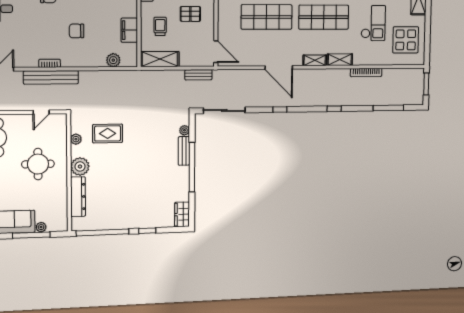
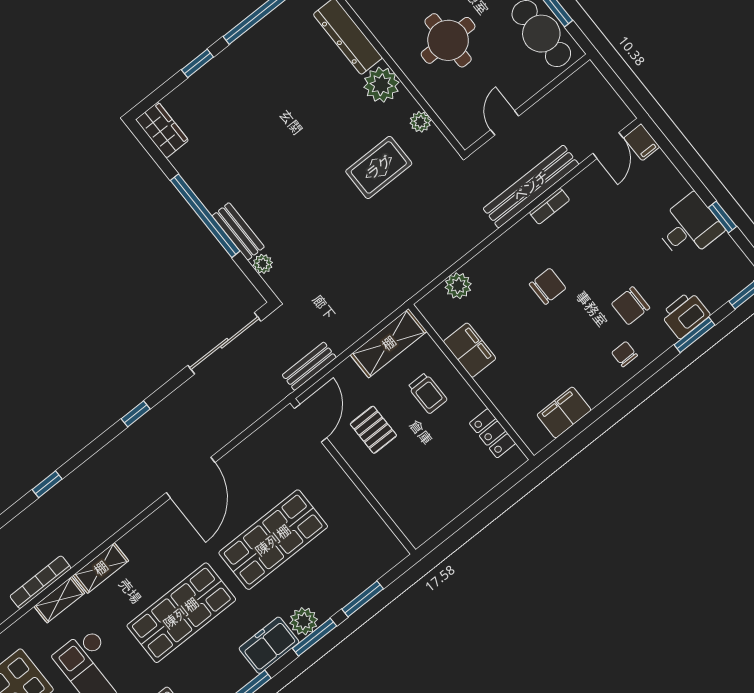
pallet: (190, 14) -> (373, 430), moved, turned 90
door: (216, 52) -> (311, 423), swing flipped
shelving: (315, 60) -> (59, 600), moved
door: (279, 67) -> (191, 478), swing flipped

